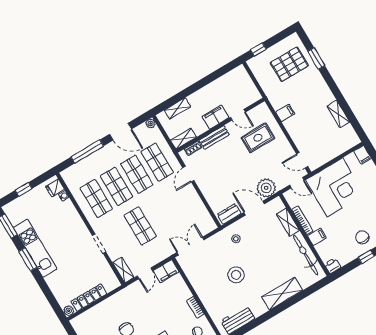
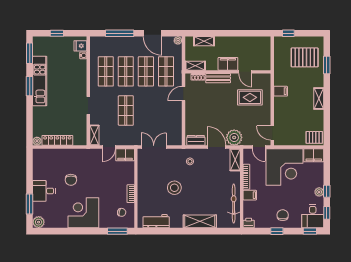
shelving: (338, 114) -> (319, 99), moved
pallet: (347, 139) -> (314, 137), added
filing cabinet: (363, 155) -> (314, 155), width x2.00
shelving: (288, 222) -> (235, 160), moved

